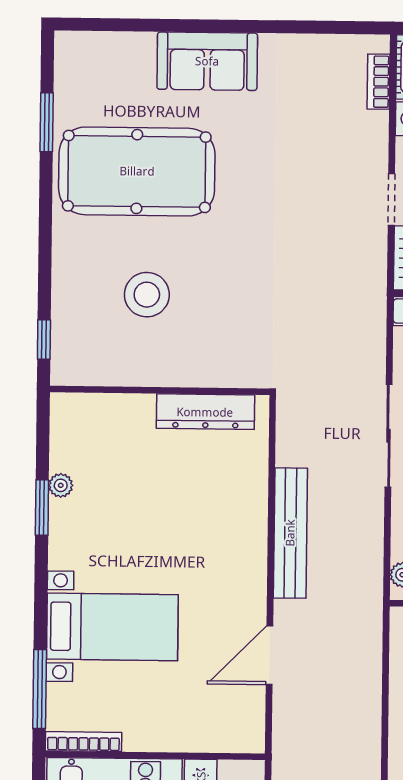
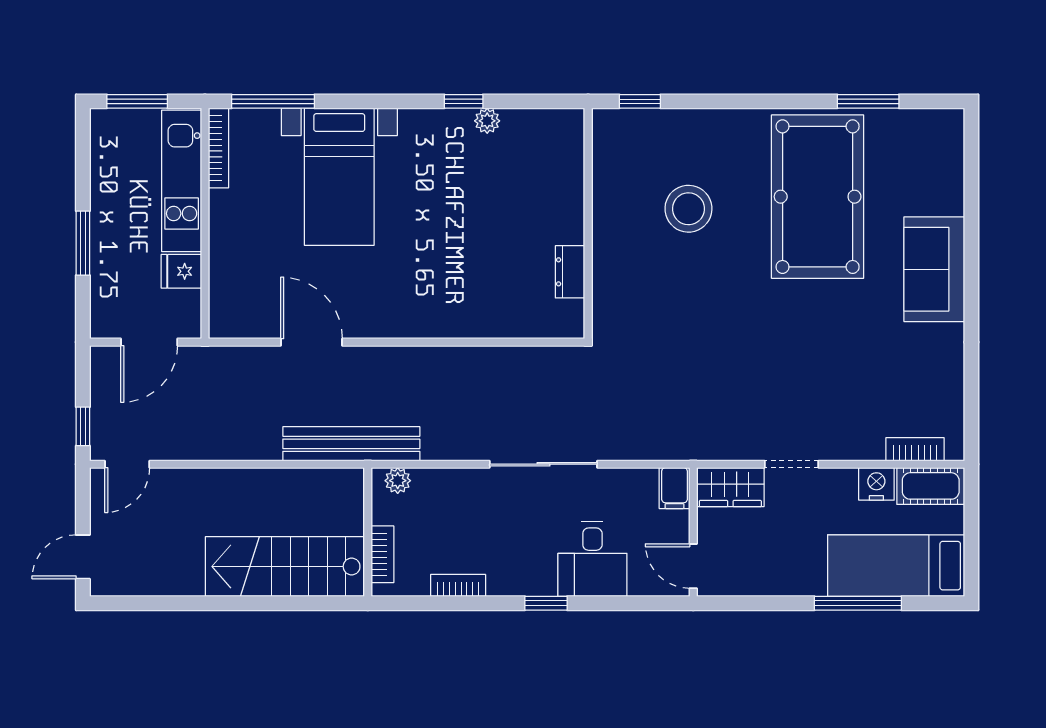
dresser: (205, 412) -> (570, 272), width x0.51, depth x0.80
window: (42, 508) -> (464, 101), width x0.67
bench: (290, 533) -> (351, 444), moved

